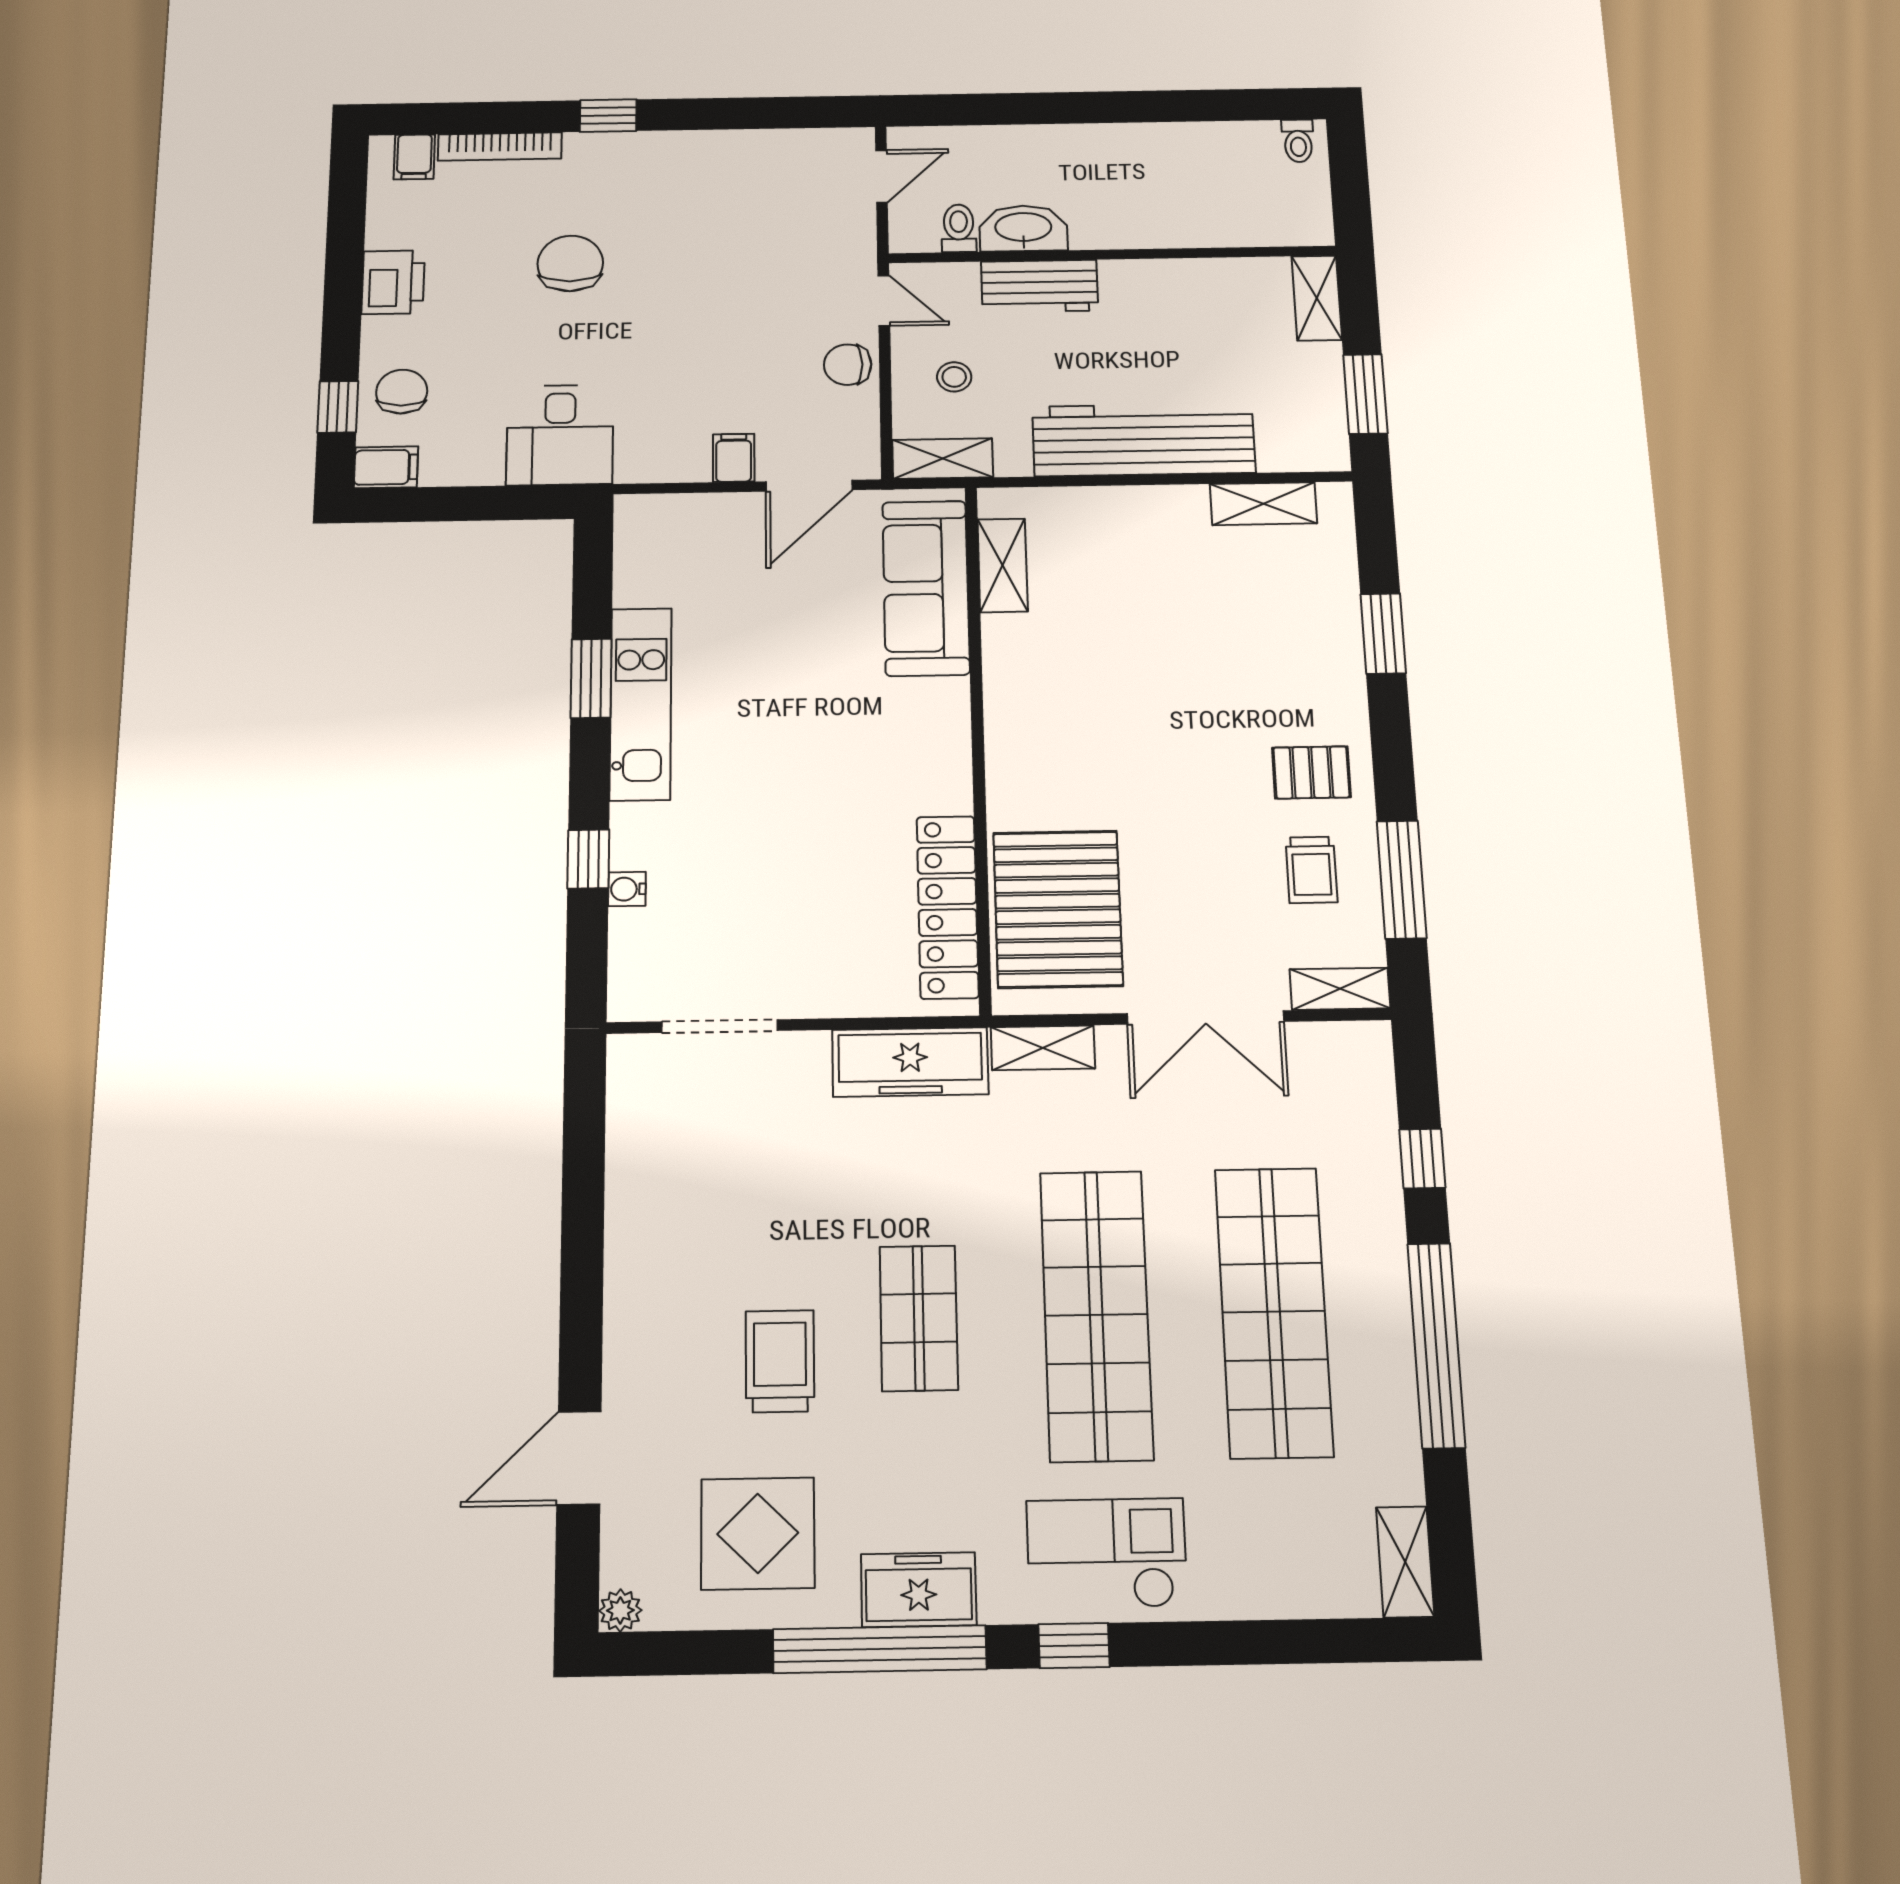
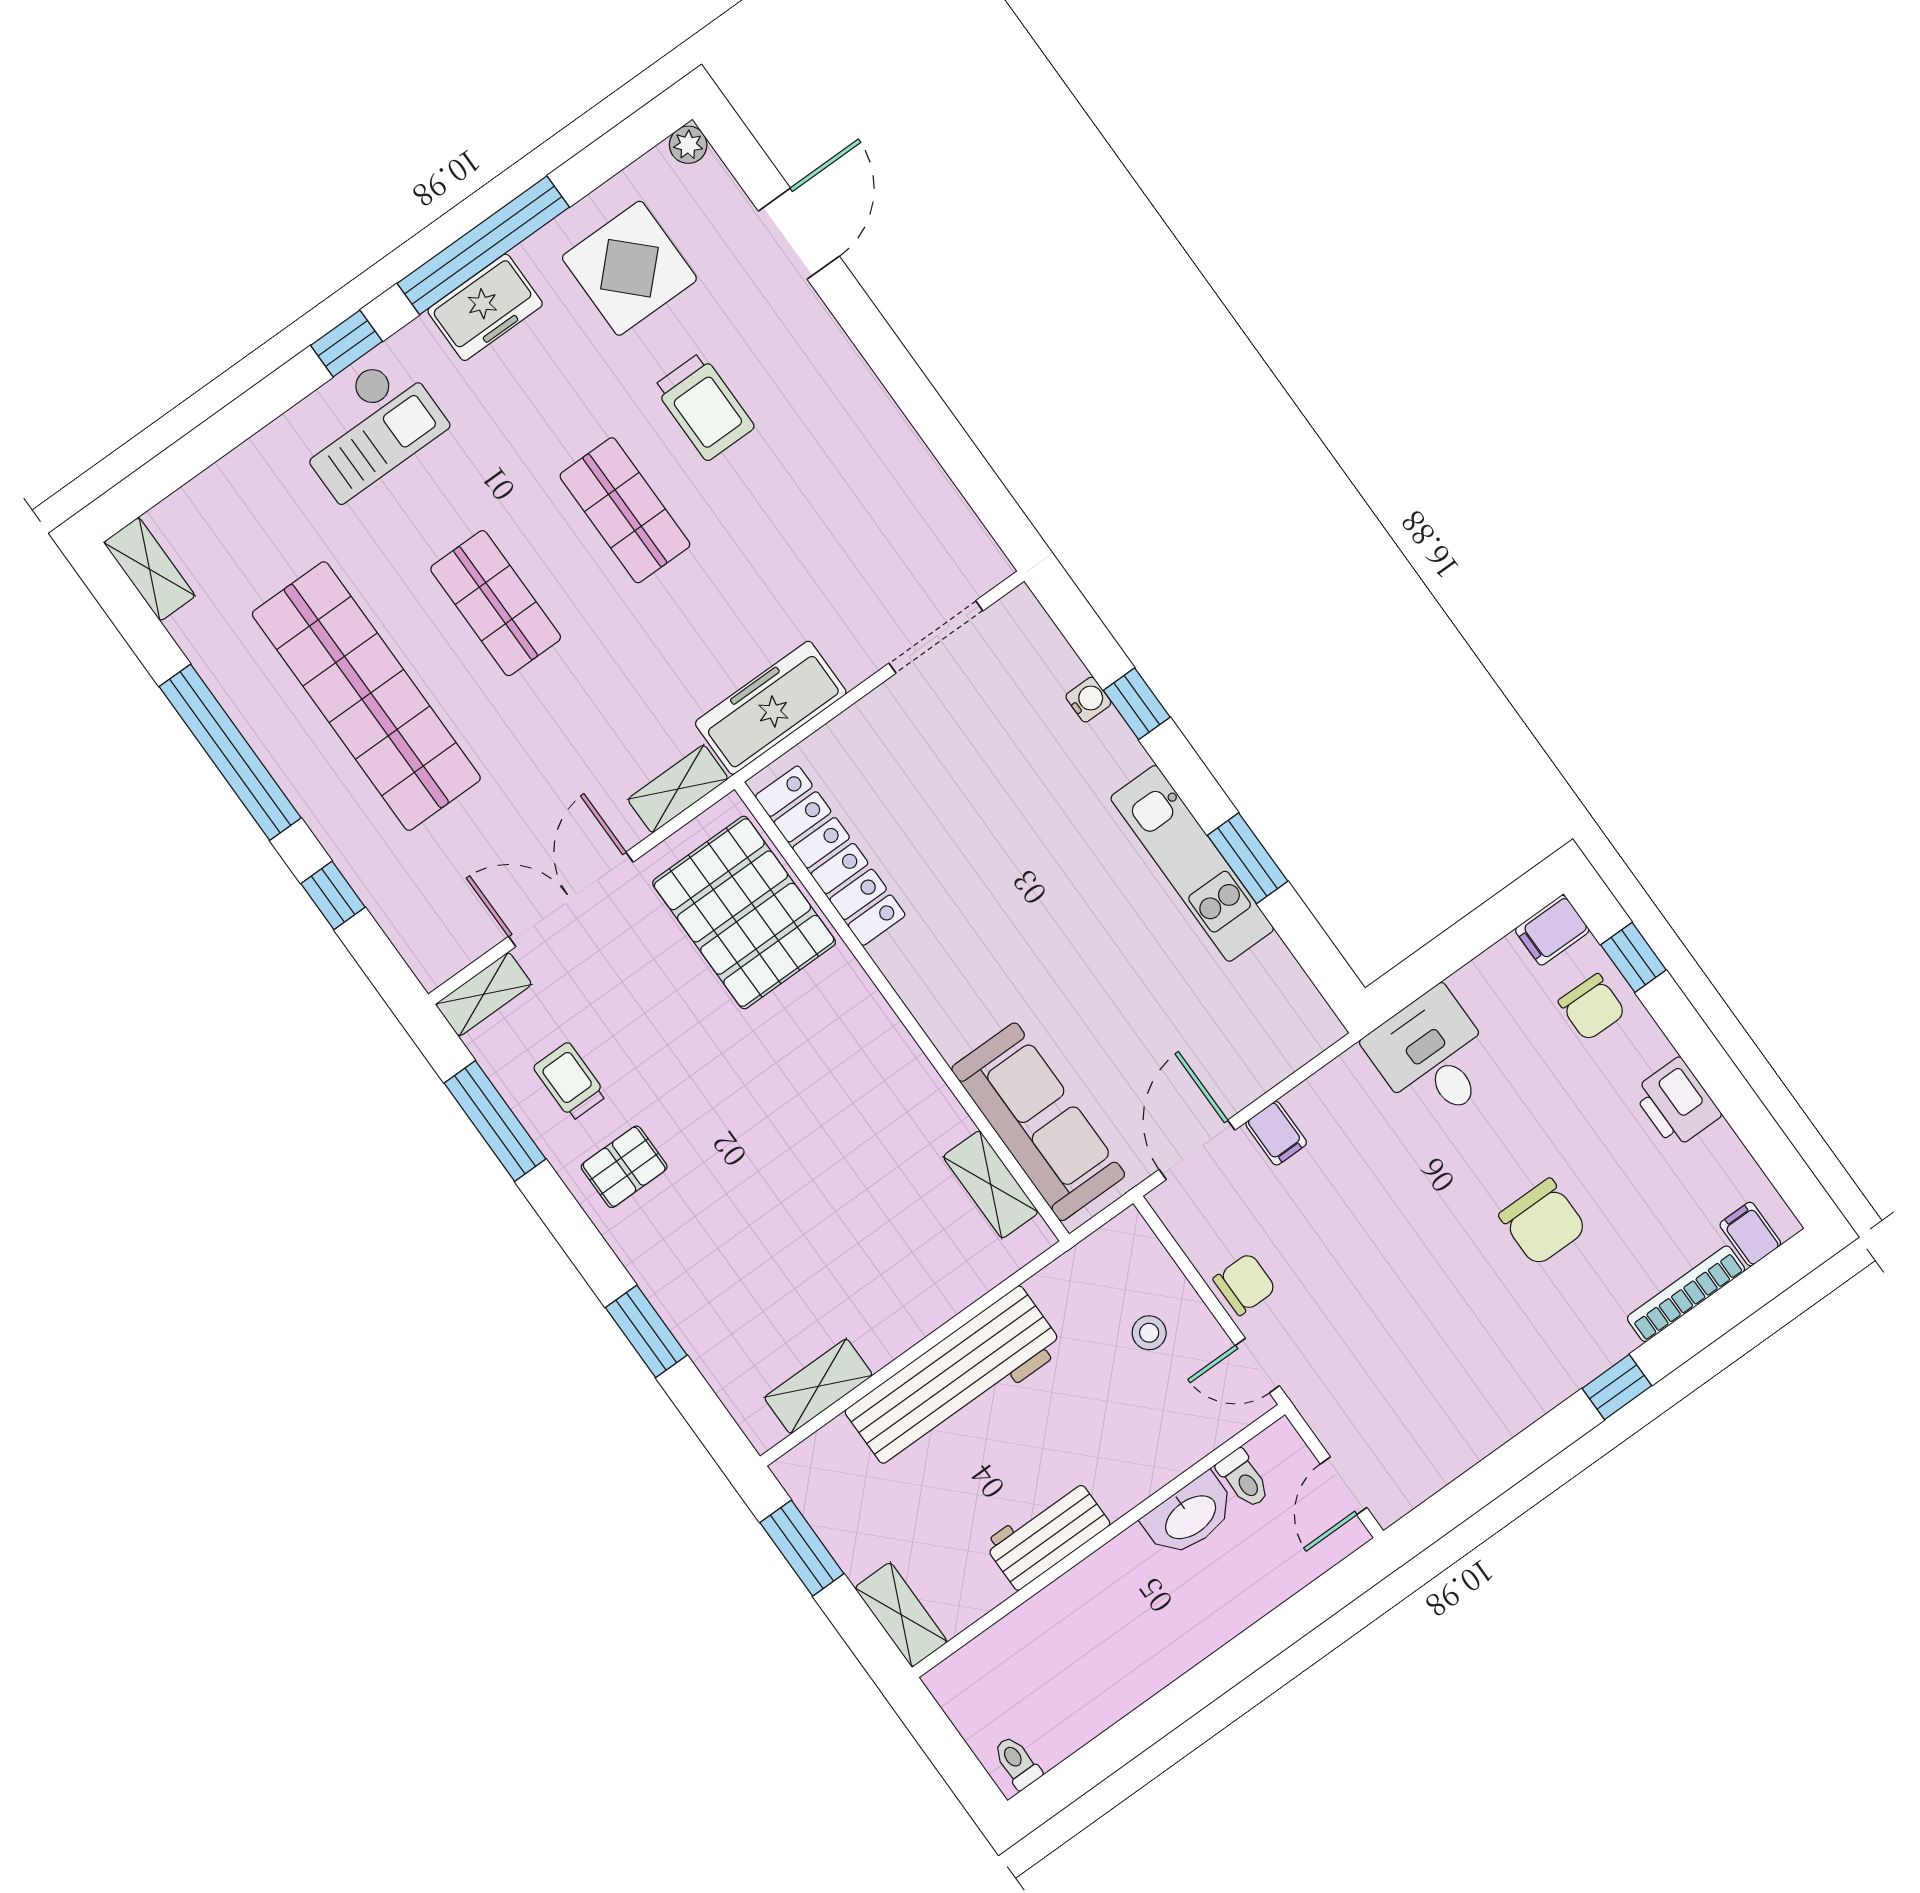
workbench: (1039, 286) -> (1047, 1534), moved
shelving: (943, 459) -> (1106, 1249), removed
shop shelf: (1096, 1315) -> (496, 603), width x0.50, depth x0.74

